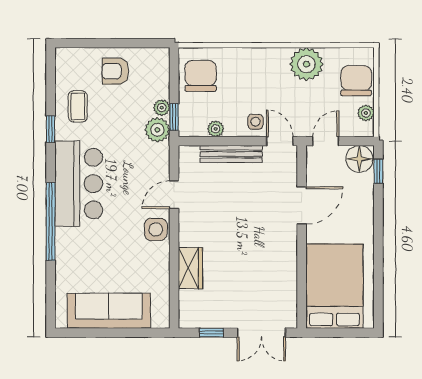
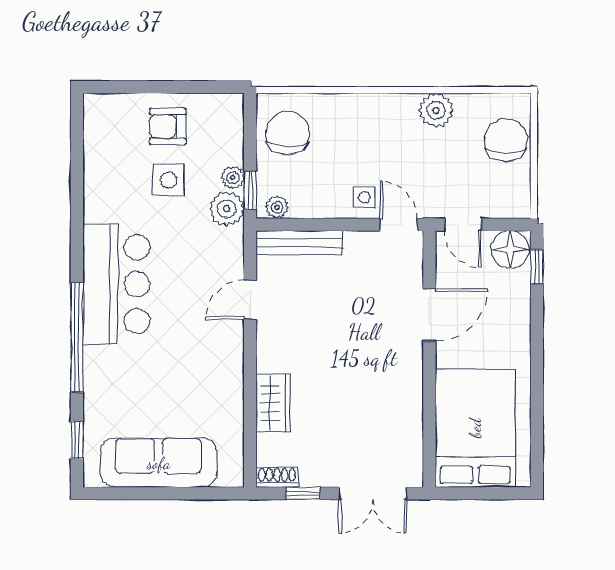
plant: (306, 64) -> (436, 110), width x0.73, depth x0.73
coffee table: (78, 106) -> (115, 176), removed
plant: (366, 113) -> (519, 185), removed
window: (51, 129) -> (77, 440), moved
plant: (216, 129) -> (277, 207), moved
door: (326, 141) -> (463, 225), swing flipped
bench: (231, 154) -> (300, 243), moved
side table: (156, 229) -> (168, 180), moved
shoe rack: (193, 321) -> (277, 477), added

